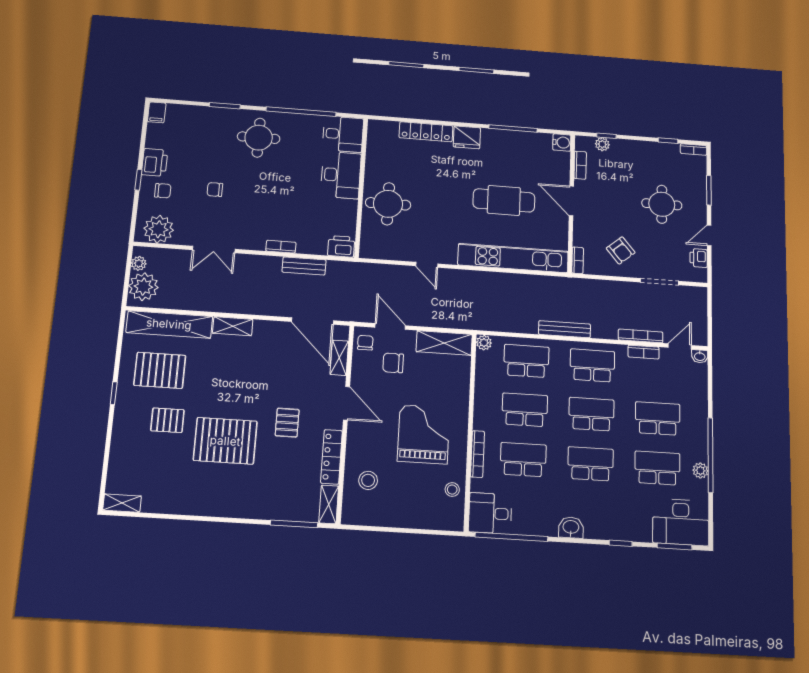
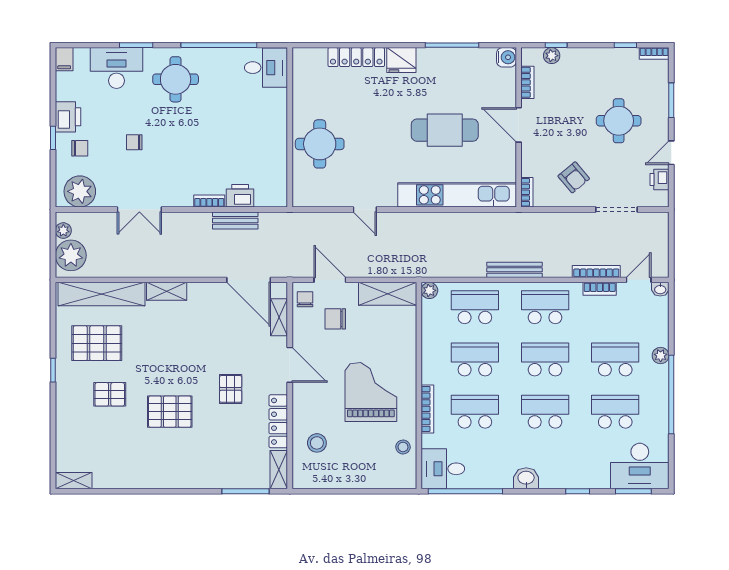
desk: (341, 175) -> (116, 68), moved, turned -90
printer: (341, 246) -> (240, 196), moved
pallet: (225, 441) -> (170, 412), width x0.73, depth x0.71
plant: (700, 471) -> (661, 356), moved

